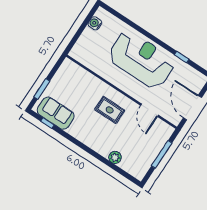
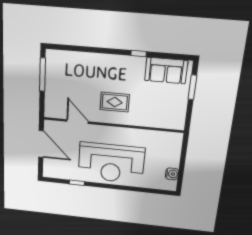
window: (47, 123) -> (139, 54), moved
window: (162, 154) -> (43, 75), moved
plant: (115, 157) -> (84, 59), removed

